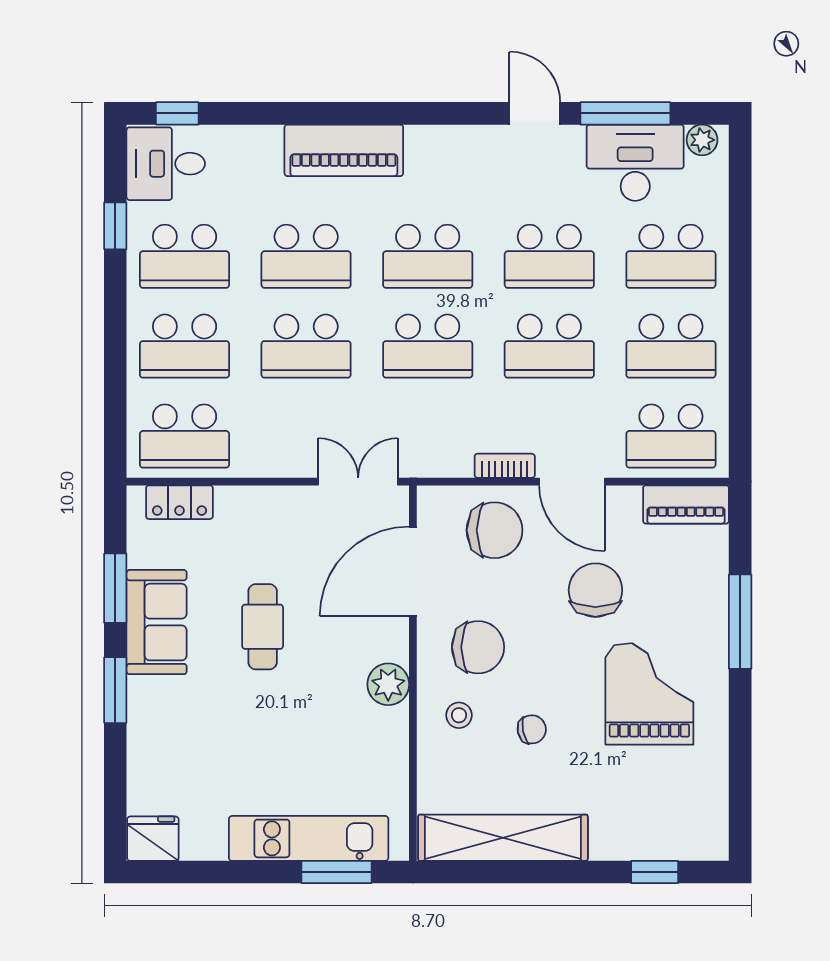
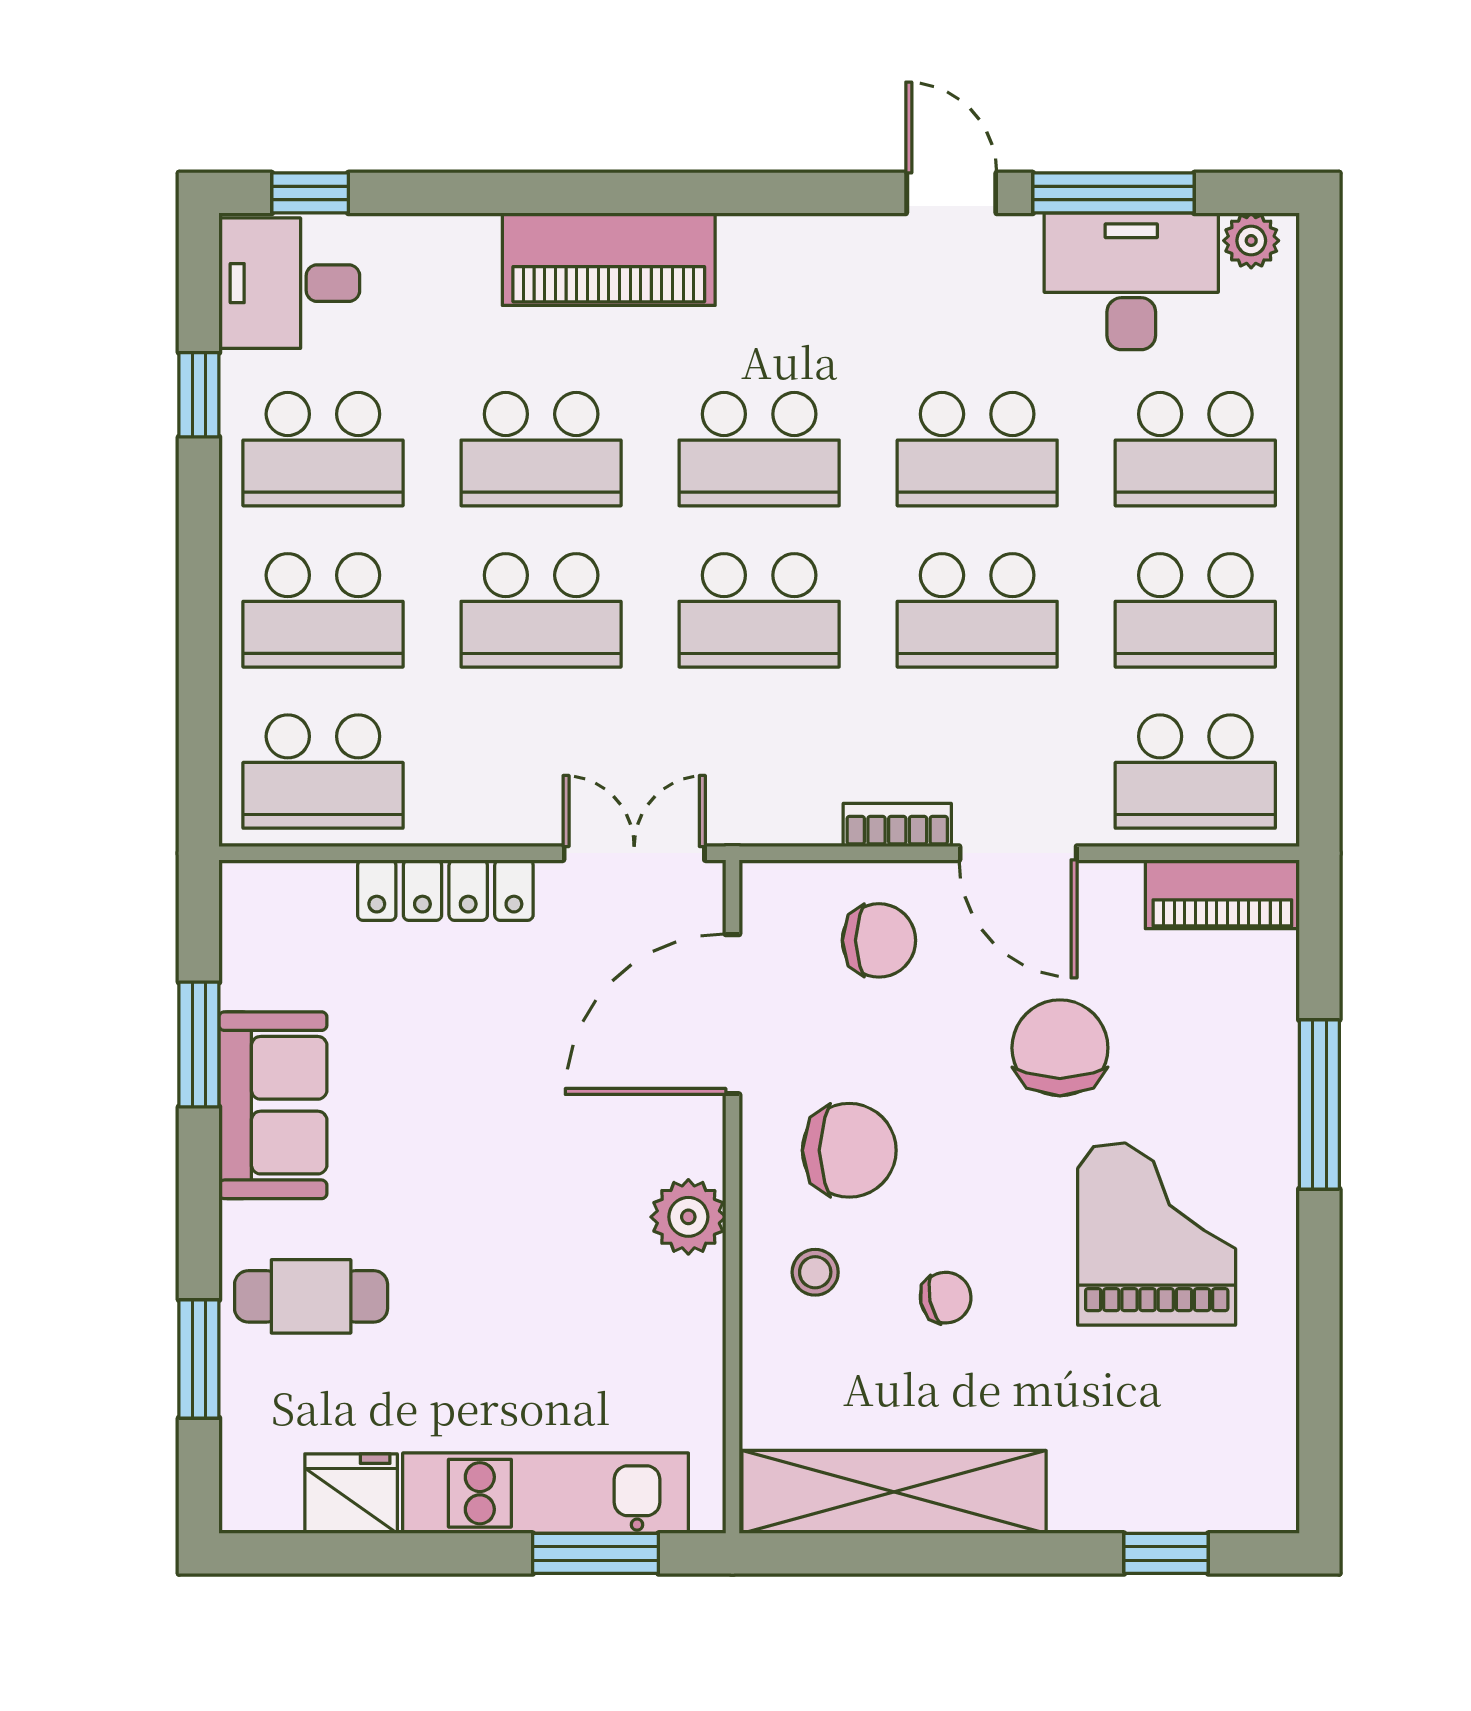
locker: (179, 502) -> (445, 890), moved, width x1.53
chair: (495, 530) -> (879, 940), width x0.73, depth x0.73
cafe table: (263, 627) -> (311, 1296), moved, turned 90
window: (115, 690) -> (199, 1359), moved
fridge: (153, 839) -> (351, 1494), moved

